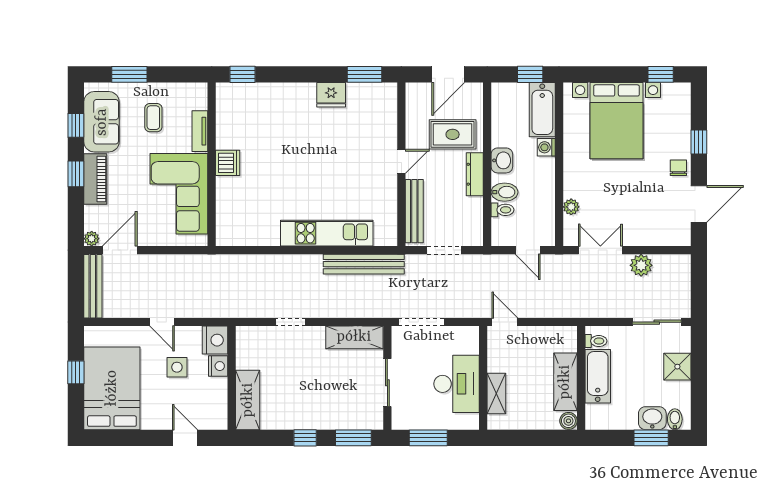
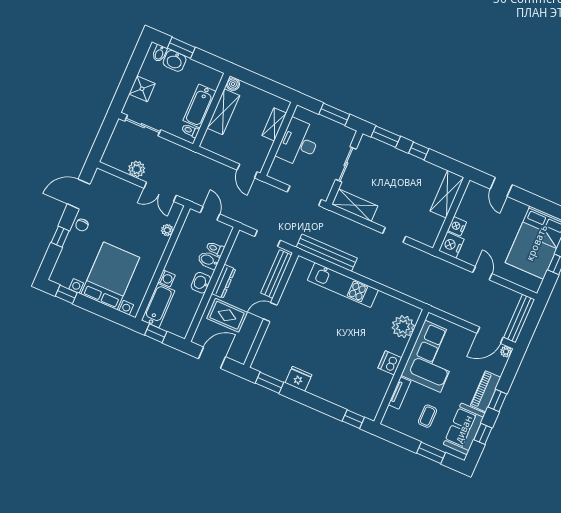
plant: (231, 214) -> (403, 327), added
side table: (177, 367) -> (486, 238), removed

